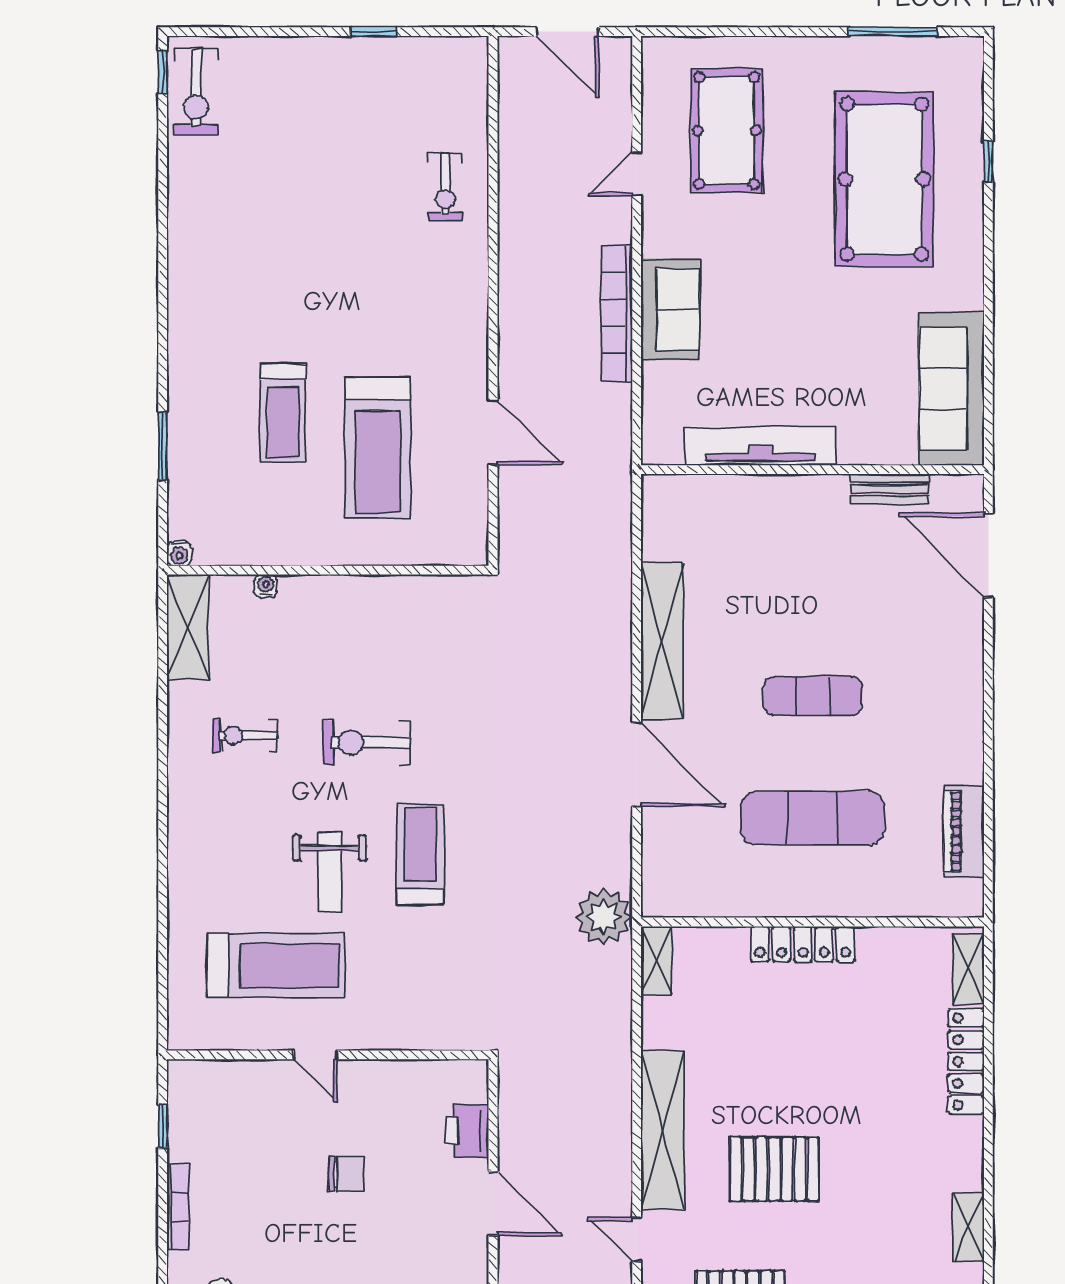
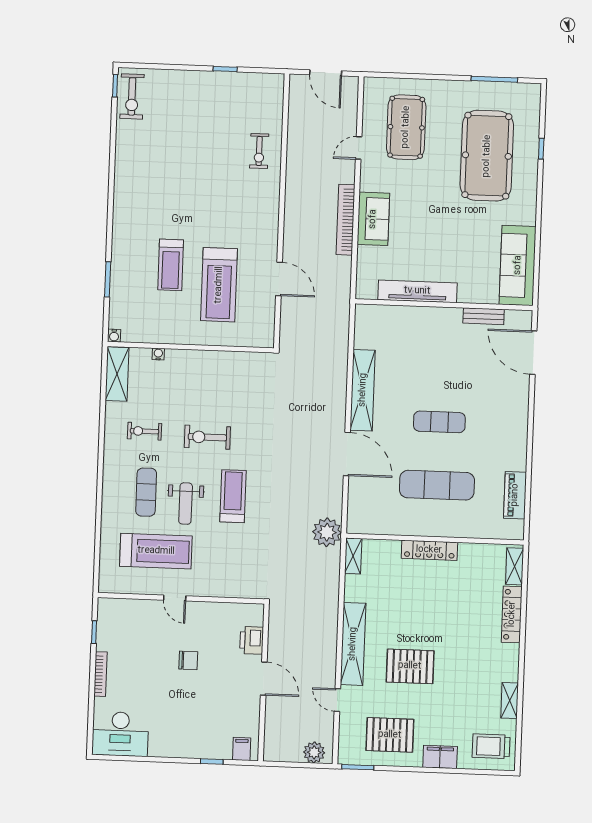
exercise mat: (253, 853) -> (146, 492), added

